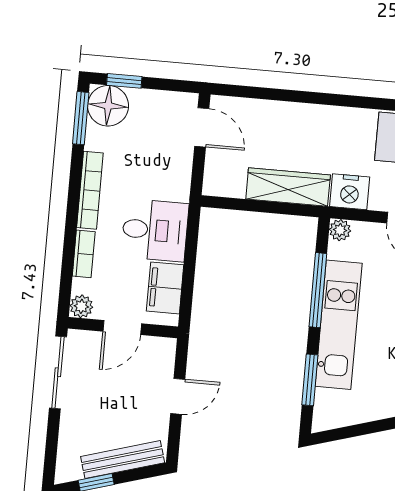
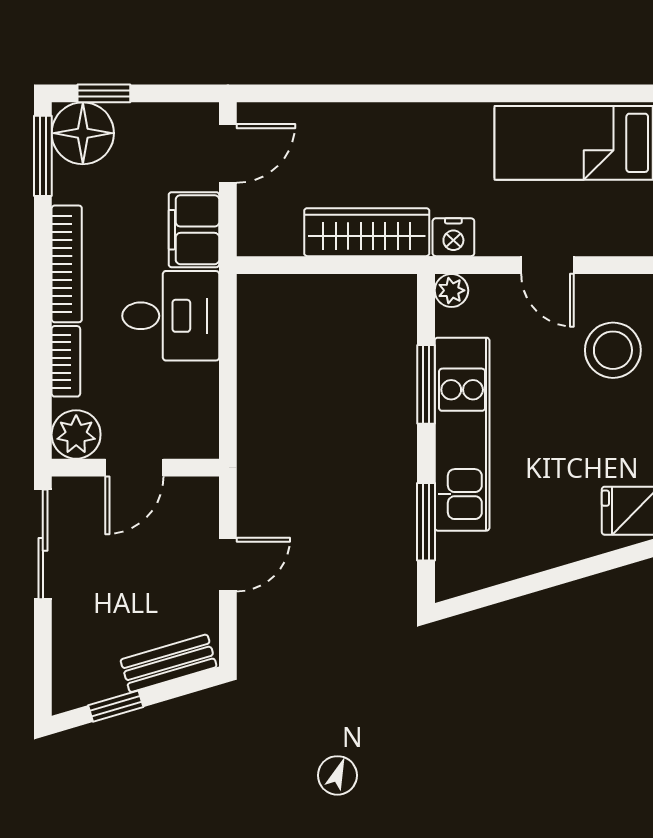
door: (202, 127) -> (228, 153), hinge flipped
nightstand: (350, 192) -> (453, 237), width x0.74, depth x0.75
filing cabinet: (165, 288) -> (194, 230), moved
window: (318, 290) -> (426, 384), width x0.69
plant: (81, 306) -> (76, 434), width x1.38, depth x1.38
bench: (123, 460) -> (169, 663), width x0.73

